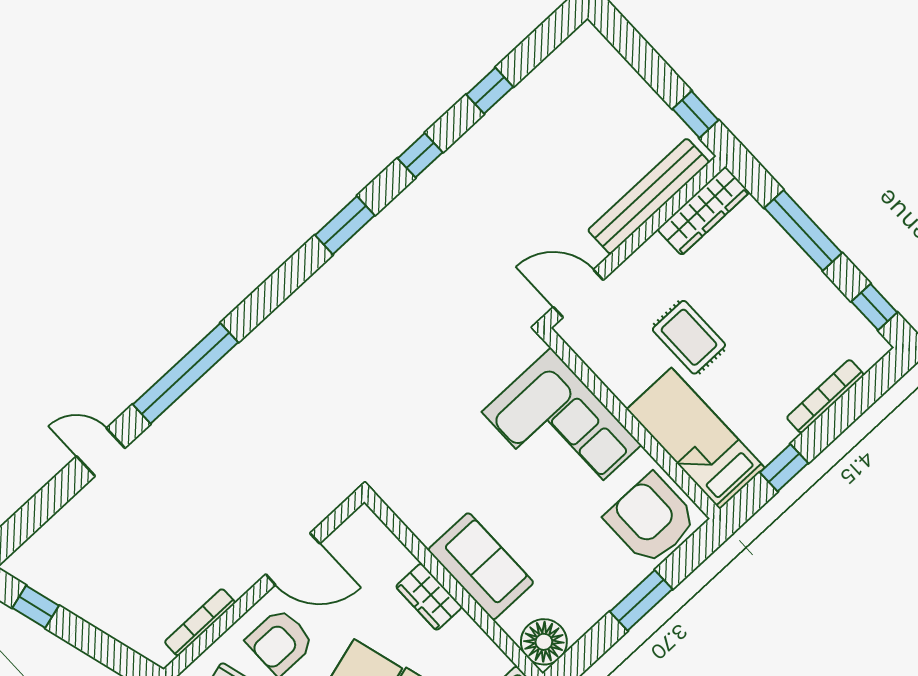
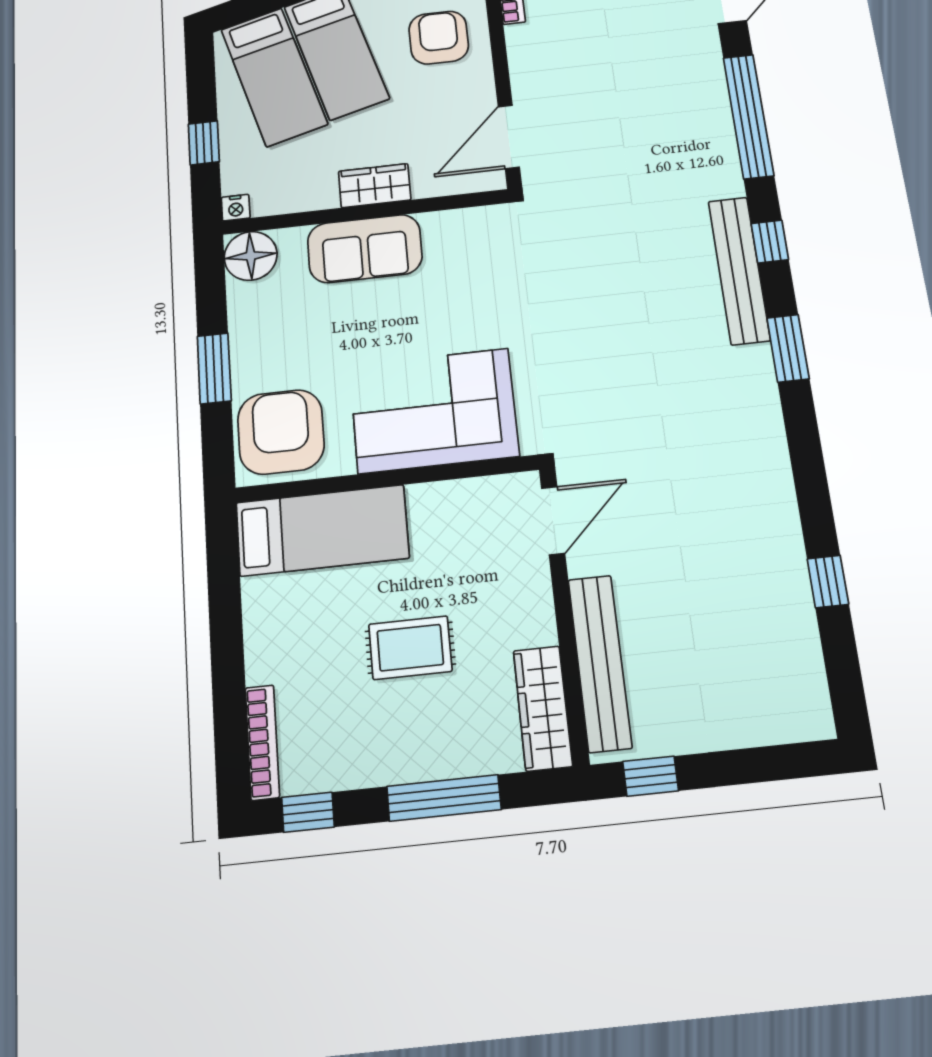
window: (420, 155) -> (770, 242), moved
bench: (311, 297) -> (739, 270), added
rug: (689, 337) -> (410, 648), moved
bookcase: (825, 396) -> (262, 742), moved
window: (784, 468) -> (225, 595), removed
armchair: (651, 519) -> (281, 432), turned -90
door: (293, 559) -> (509, 137), moved

